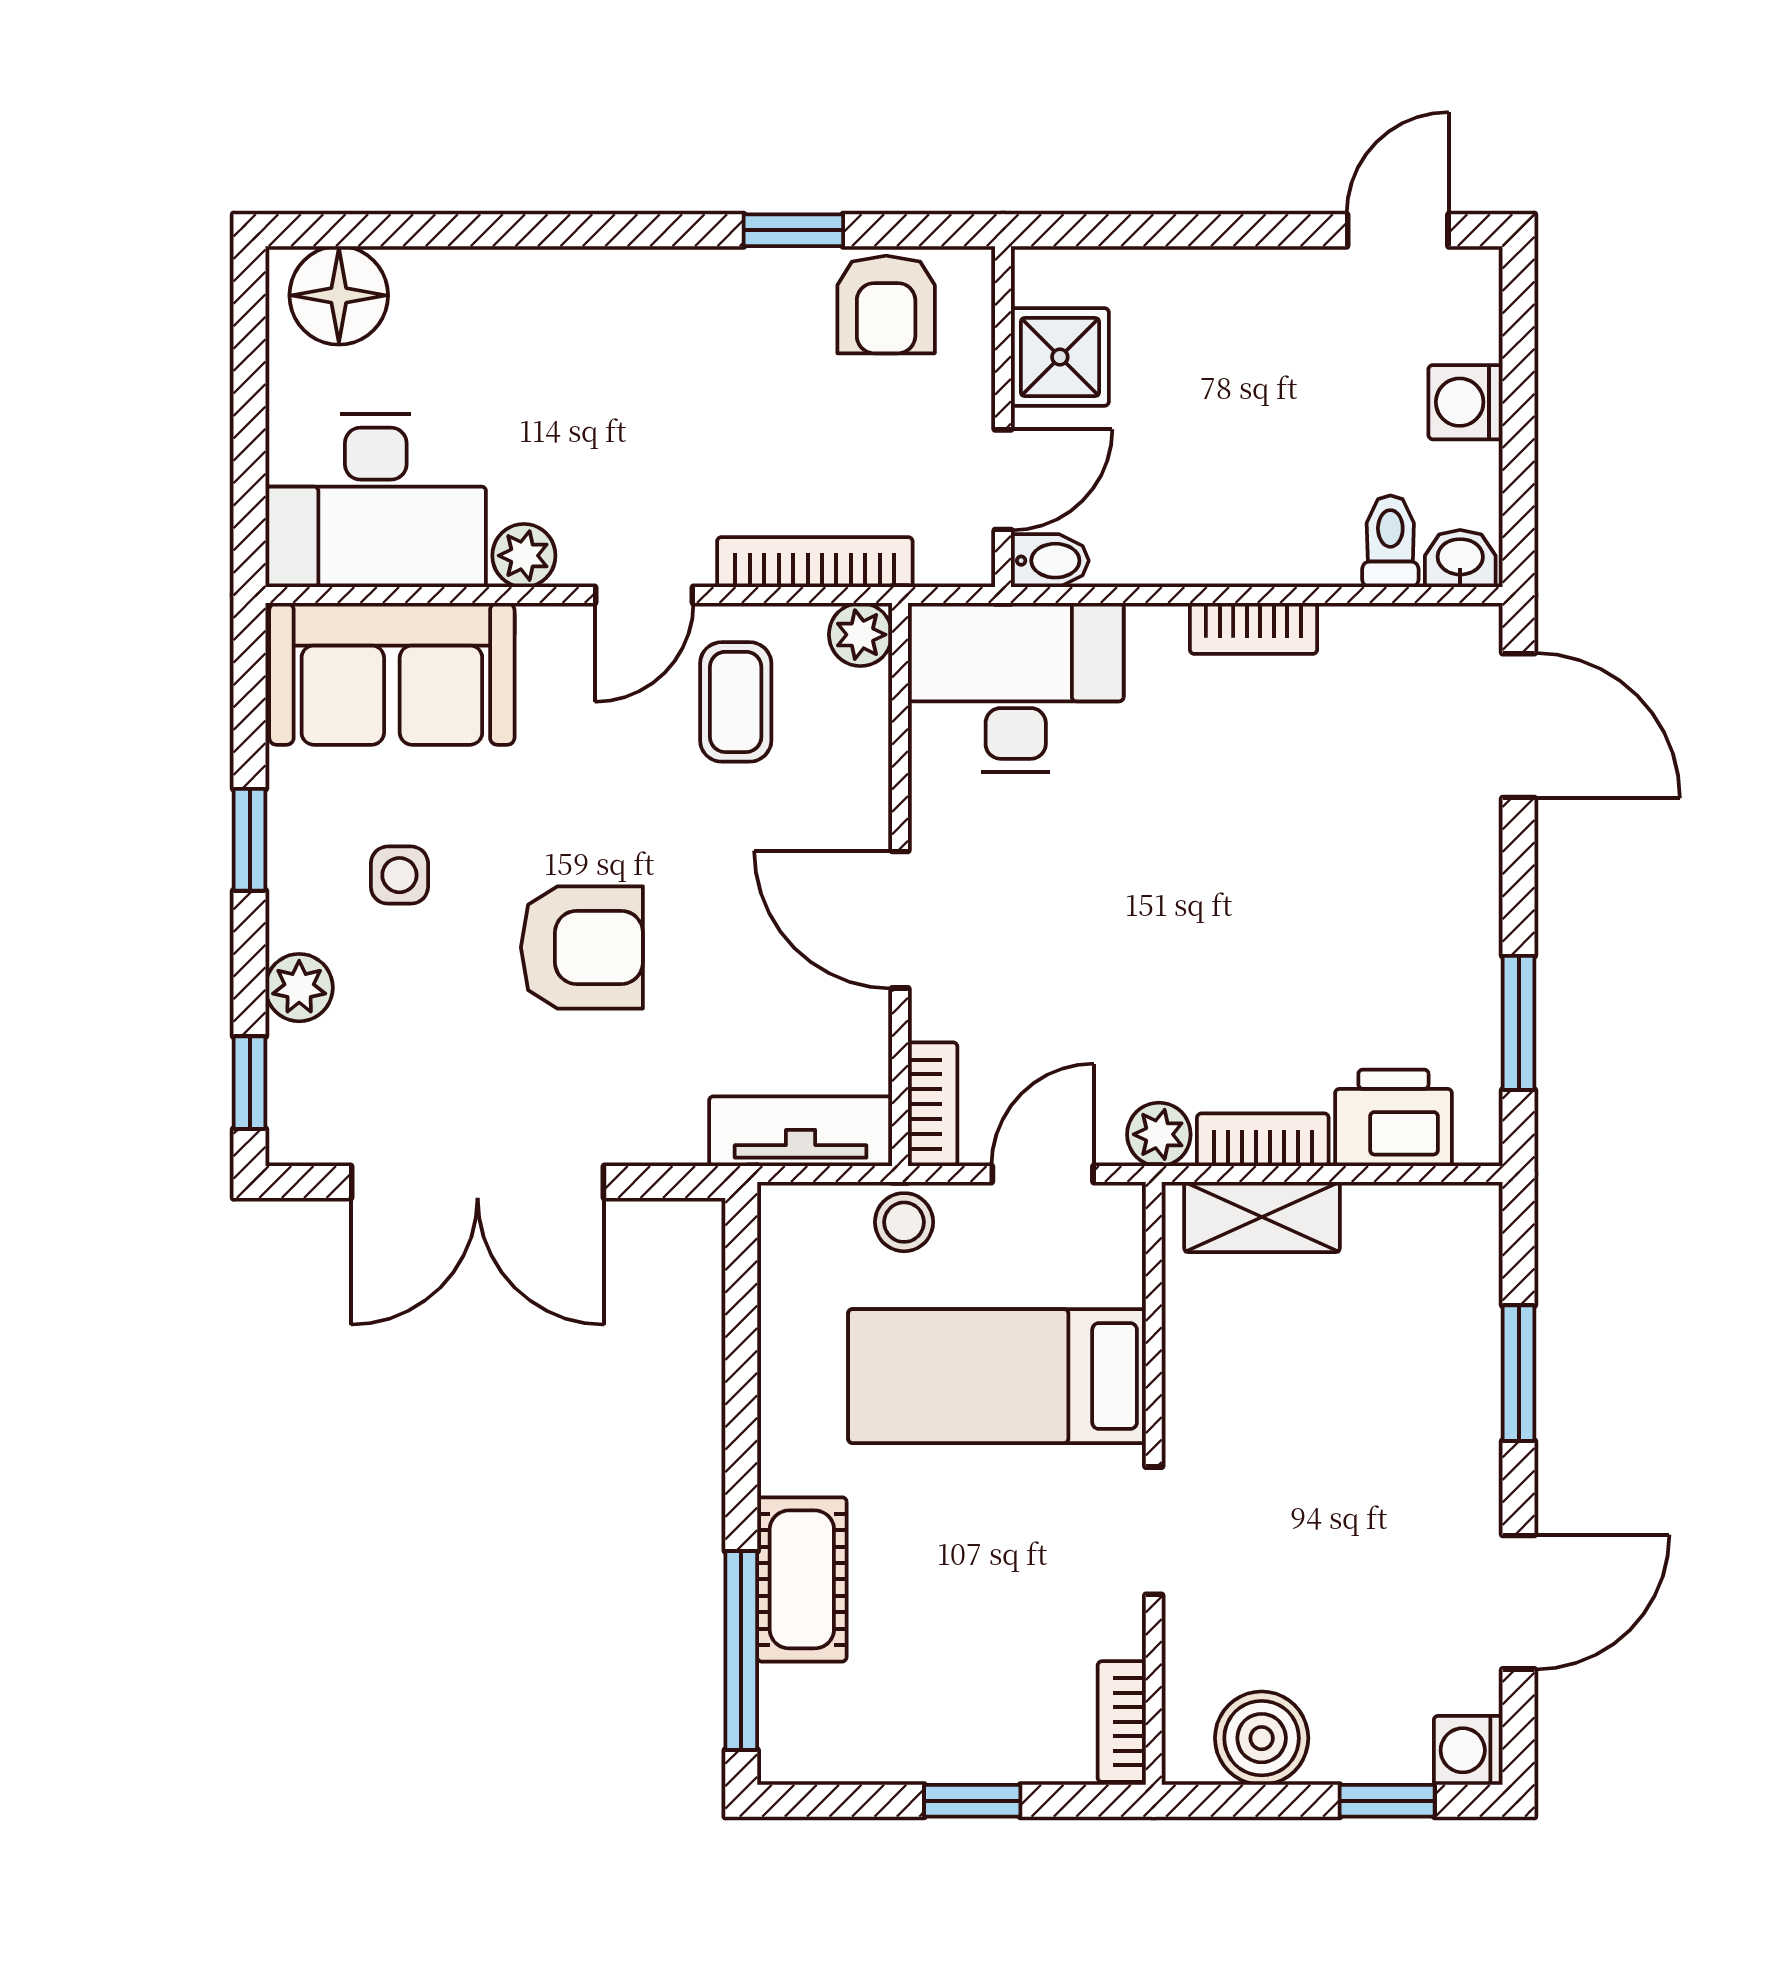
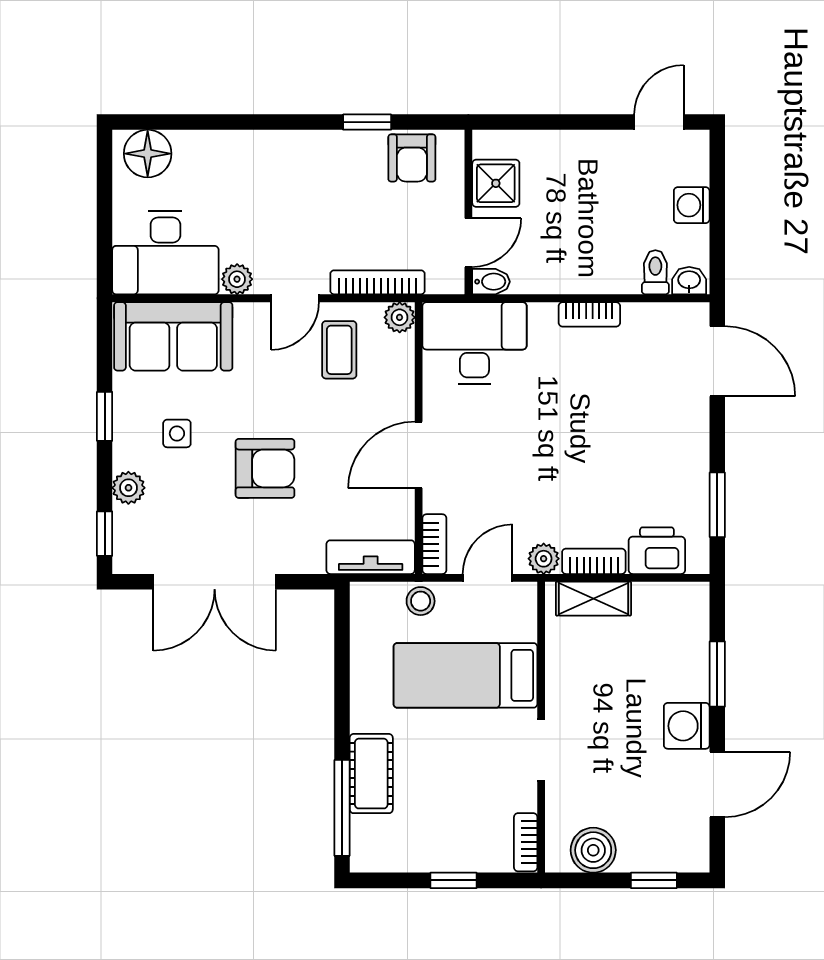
door: (900, 920) -> (419, 455), hinge flipped
washing machine: (1468, 1750) -> (687, 726), moved, width x1.38, depth x1.38

